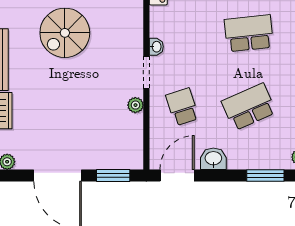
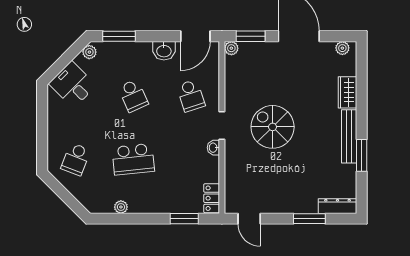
spiral stairs: (65, 33) -> (273, 127), moved, turned -90
plant: (135, 105) -> (231, 48), moved
school desk: (249, 107) -> (133, 96), width x0.54

